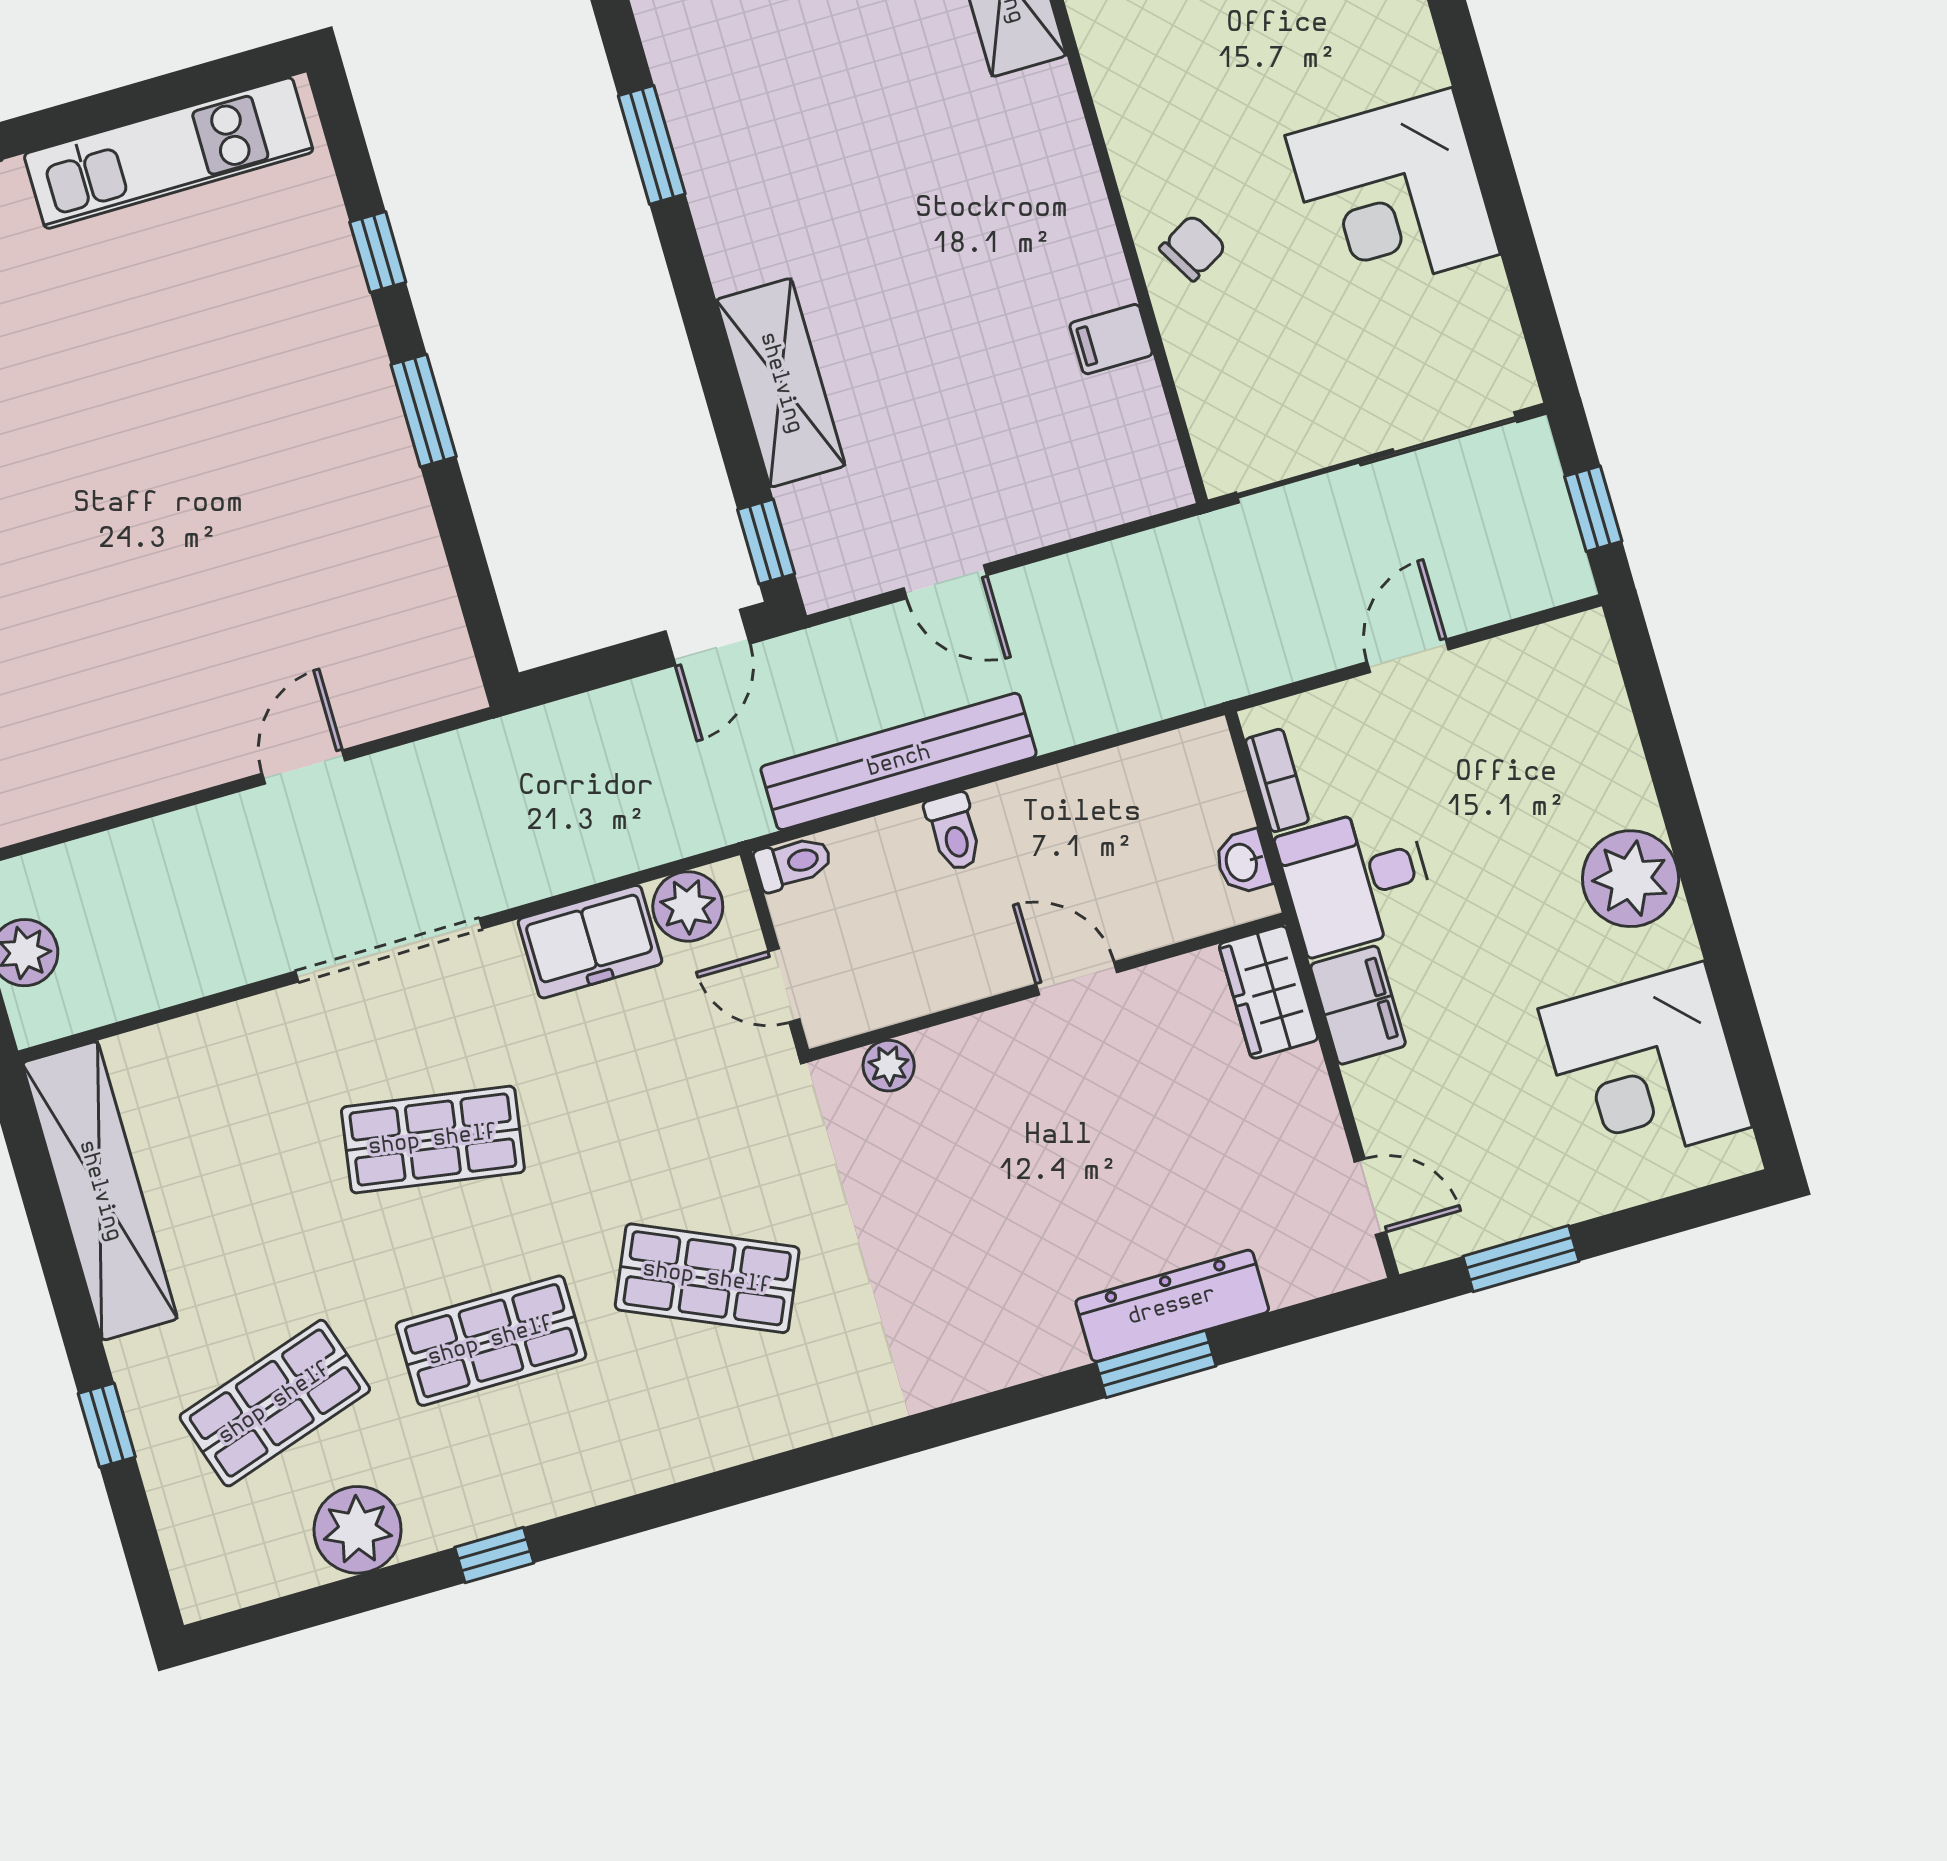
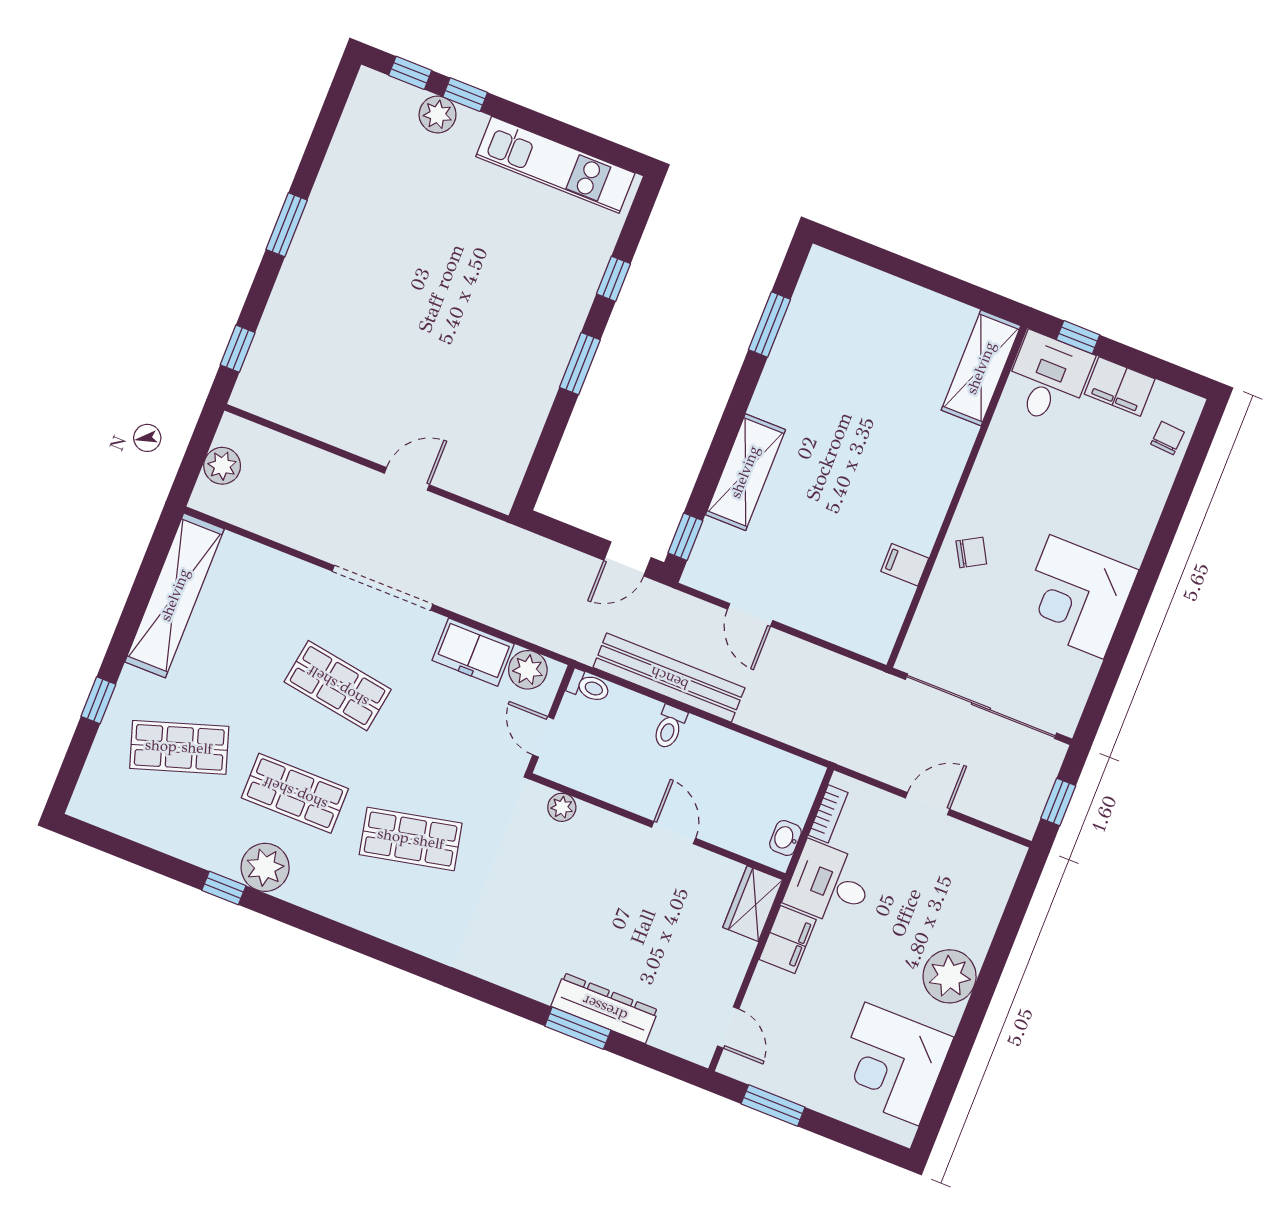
shop shelf: (707, 1278) -> (411, 839), turned -36
plant: (358, 1530) -> (265, 867), moved

